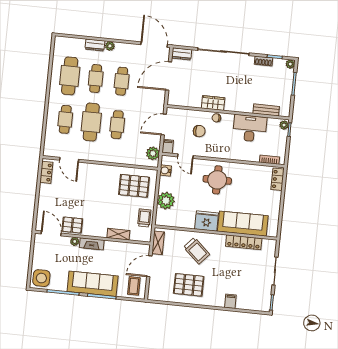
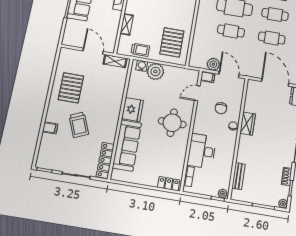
desk: (250, 128) -> (202, 151), moved, turned 180
plant: (153, 153) -> (213, 64), moved
water cooler: (165, 170) -> (142, 66), moved
locker: (244, 242) -> (105, 160), moved
trolley: (197, 251) -> (79, 125), moved, turned -65
coffee table: (134, 286) -> (75, 35), removed

